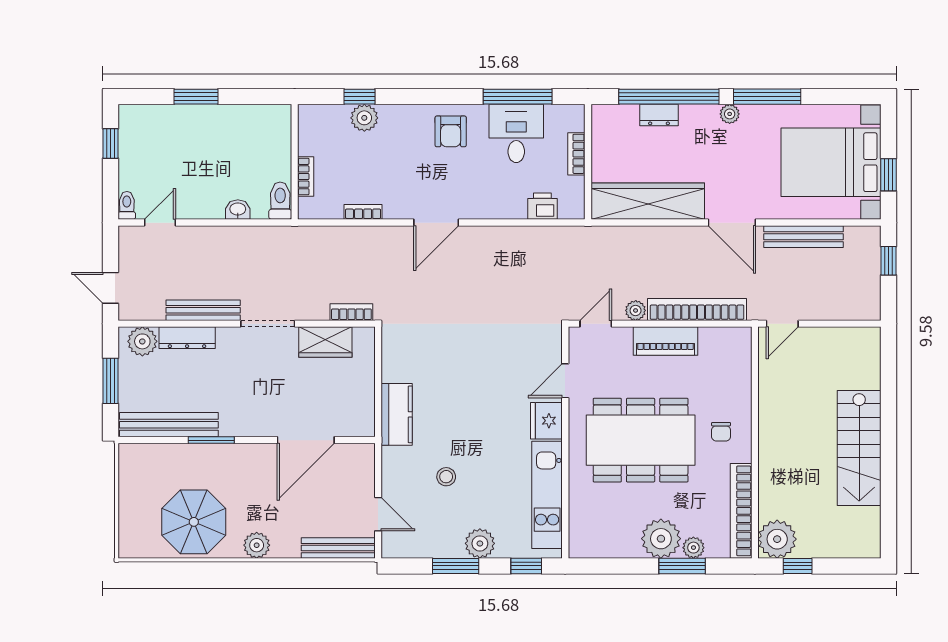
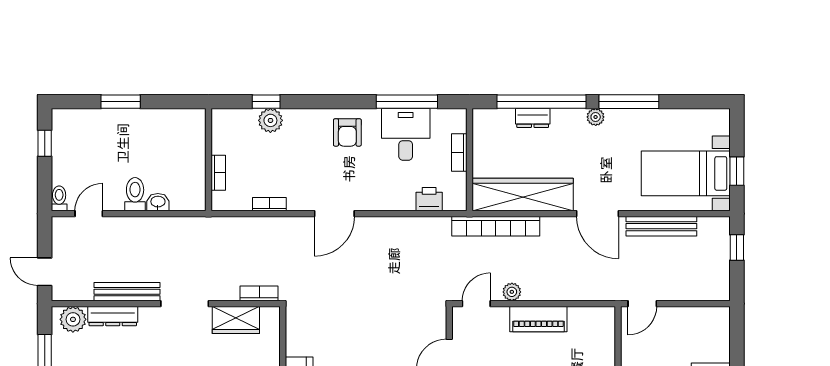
bed with nightstands: (831, 162) -> (686, 173), width x0.73
toilet: (280, 201) -> (135, 194), moved
bookcase: (697, 309) -> (496, 226), moved, turned 180

